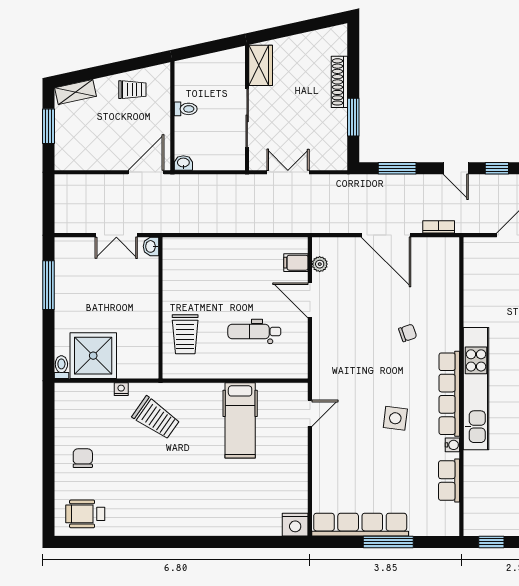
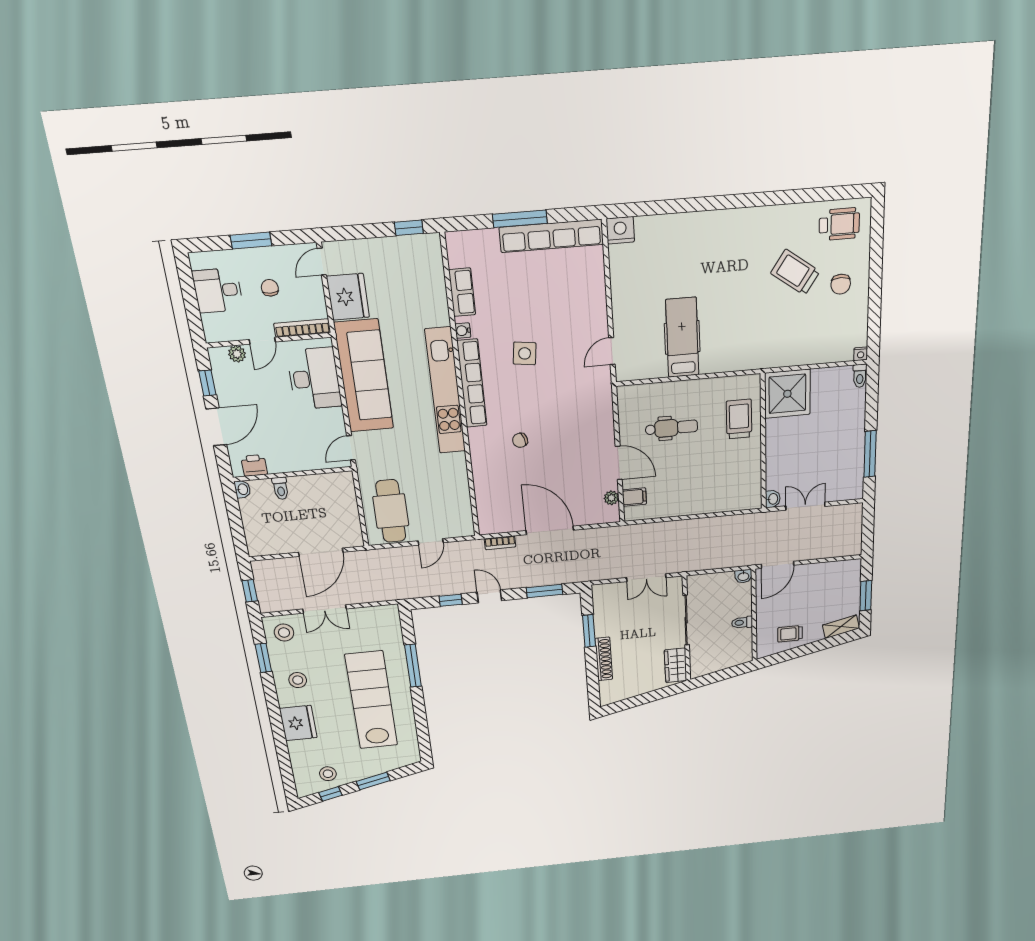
shower: (93, 356) -> (787, 394), moved
nightstand: (121, 389) -> (861, 354), moved
trolley: (156, 418) -> (795, 272), moved

